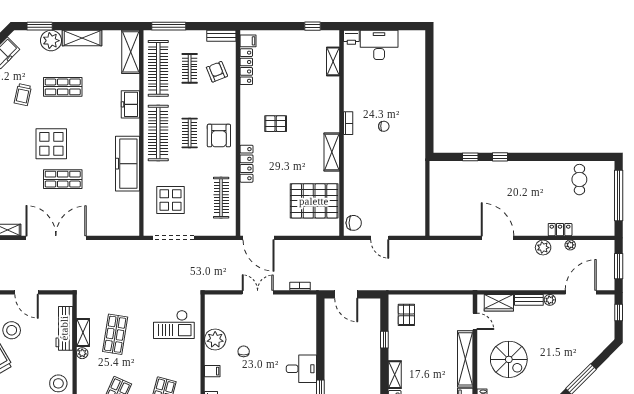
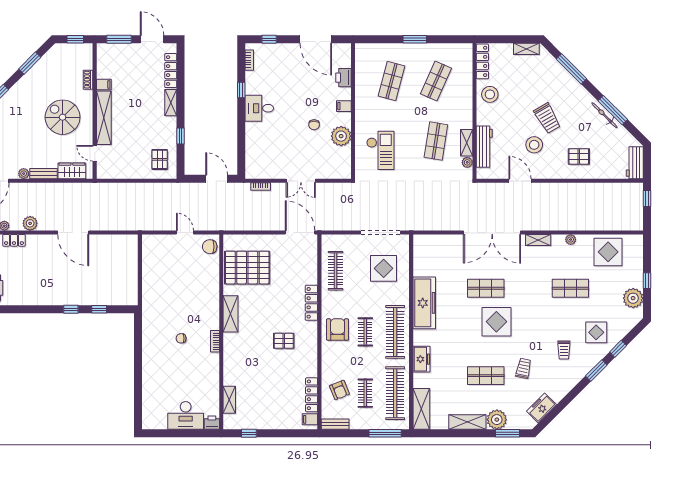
checkout: (174, 324) -> (380, 150), turned 90
plant: (82, 353) -> (467, 162), moved

